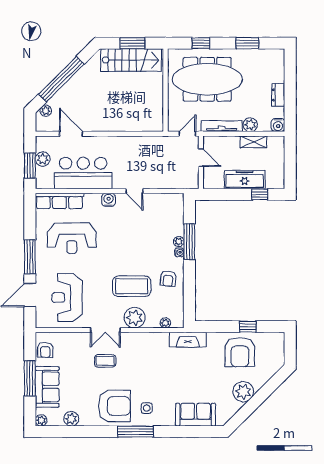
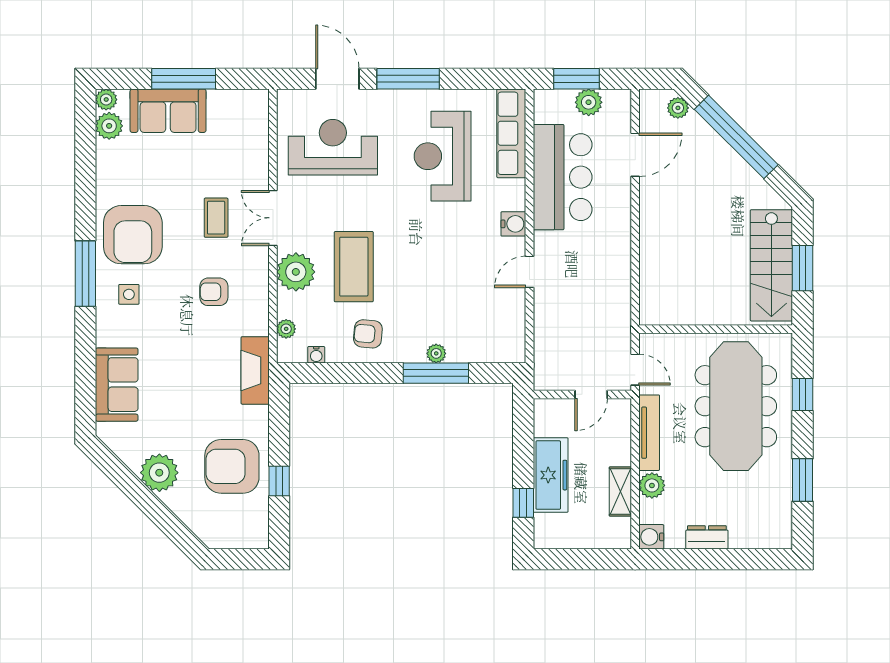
water cooler: (179, 252) -> (316, 355), moved
armchair: (45, 350) -> (214, 292), moved
plant: (71, 419) -> (109, 126), moved

